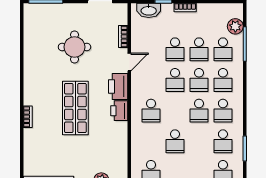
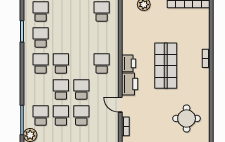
round table: (74, 47) -> (187, 118), moved
door: (129, 62) -> (120, 105), hinge flipped
school desk: (223, 80) -> (41, 89), removed
school desk: (175, 141) -> (81, 37), removed

